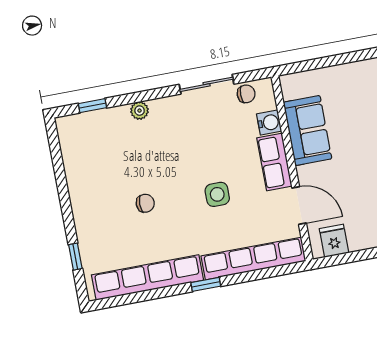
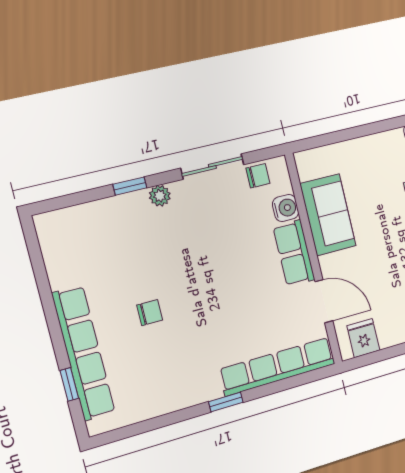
window: (92, 106) -> (130, 186), moved
plant: (140, 111) -> (160, 196), moved
side table: (217, 194) -> (232, 296), removed
row of seats: (147, 277) -> (84, 353), moved, turned 90

